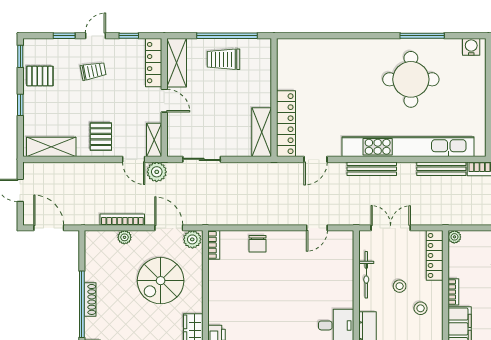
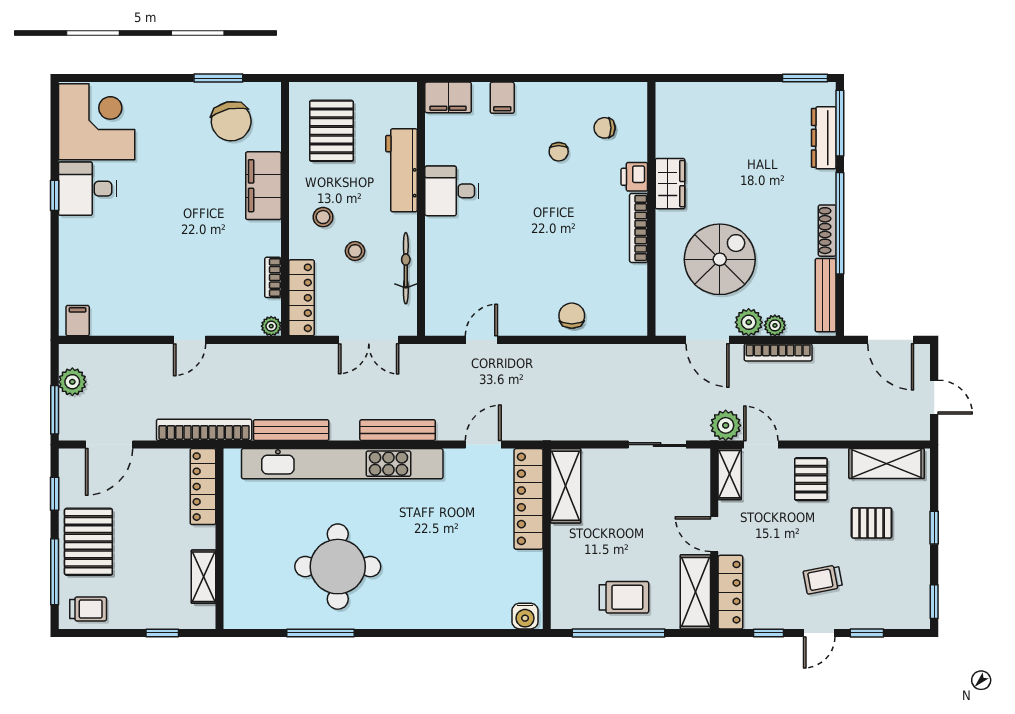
water cooler: (471, 47) -> (525, 616), moved
pallet: (40, 76) -> (872, 523), moved
plant: (192, 239) -> (749, 322), moved
bookcase: (214, 245) -> (639, 228), moved, width x1.56
bench: (91, 257) -> (826, 295), added
bookcase: (453, 292) -> (273, 277), moved

